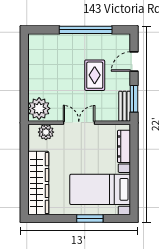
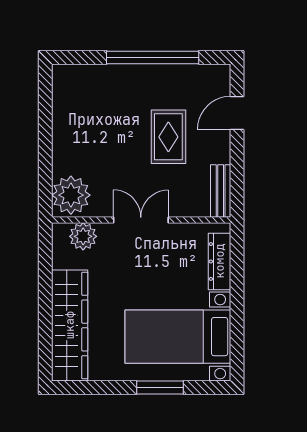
window: (134, 99) -> (237, 178), removed

